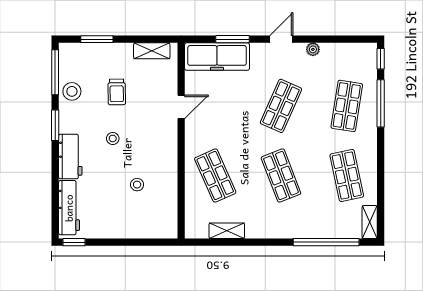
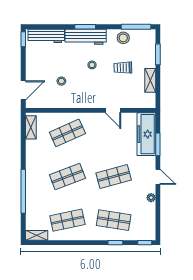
shelving: (152, 51) -> (150, 80), moved
window: (381, 103) -> (115, 243), width x0.46
shop shelf: (281, 106) -> (114, 177), turned -39
window: (55, 125) -> (85, 27), moved
workbench: (70, 156) -> (86, 37), width x1.38
shelving: (227, 231) -> (31, 127), moved
door: (151, 242) -> (23, 90), added
window: (326, 242) -> (23, 191), moved

